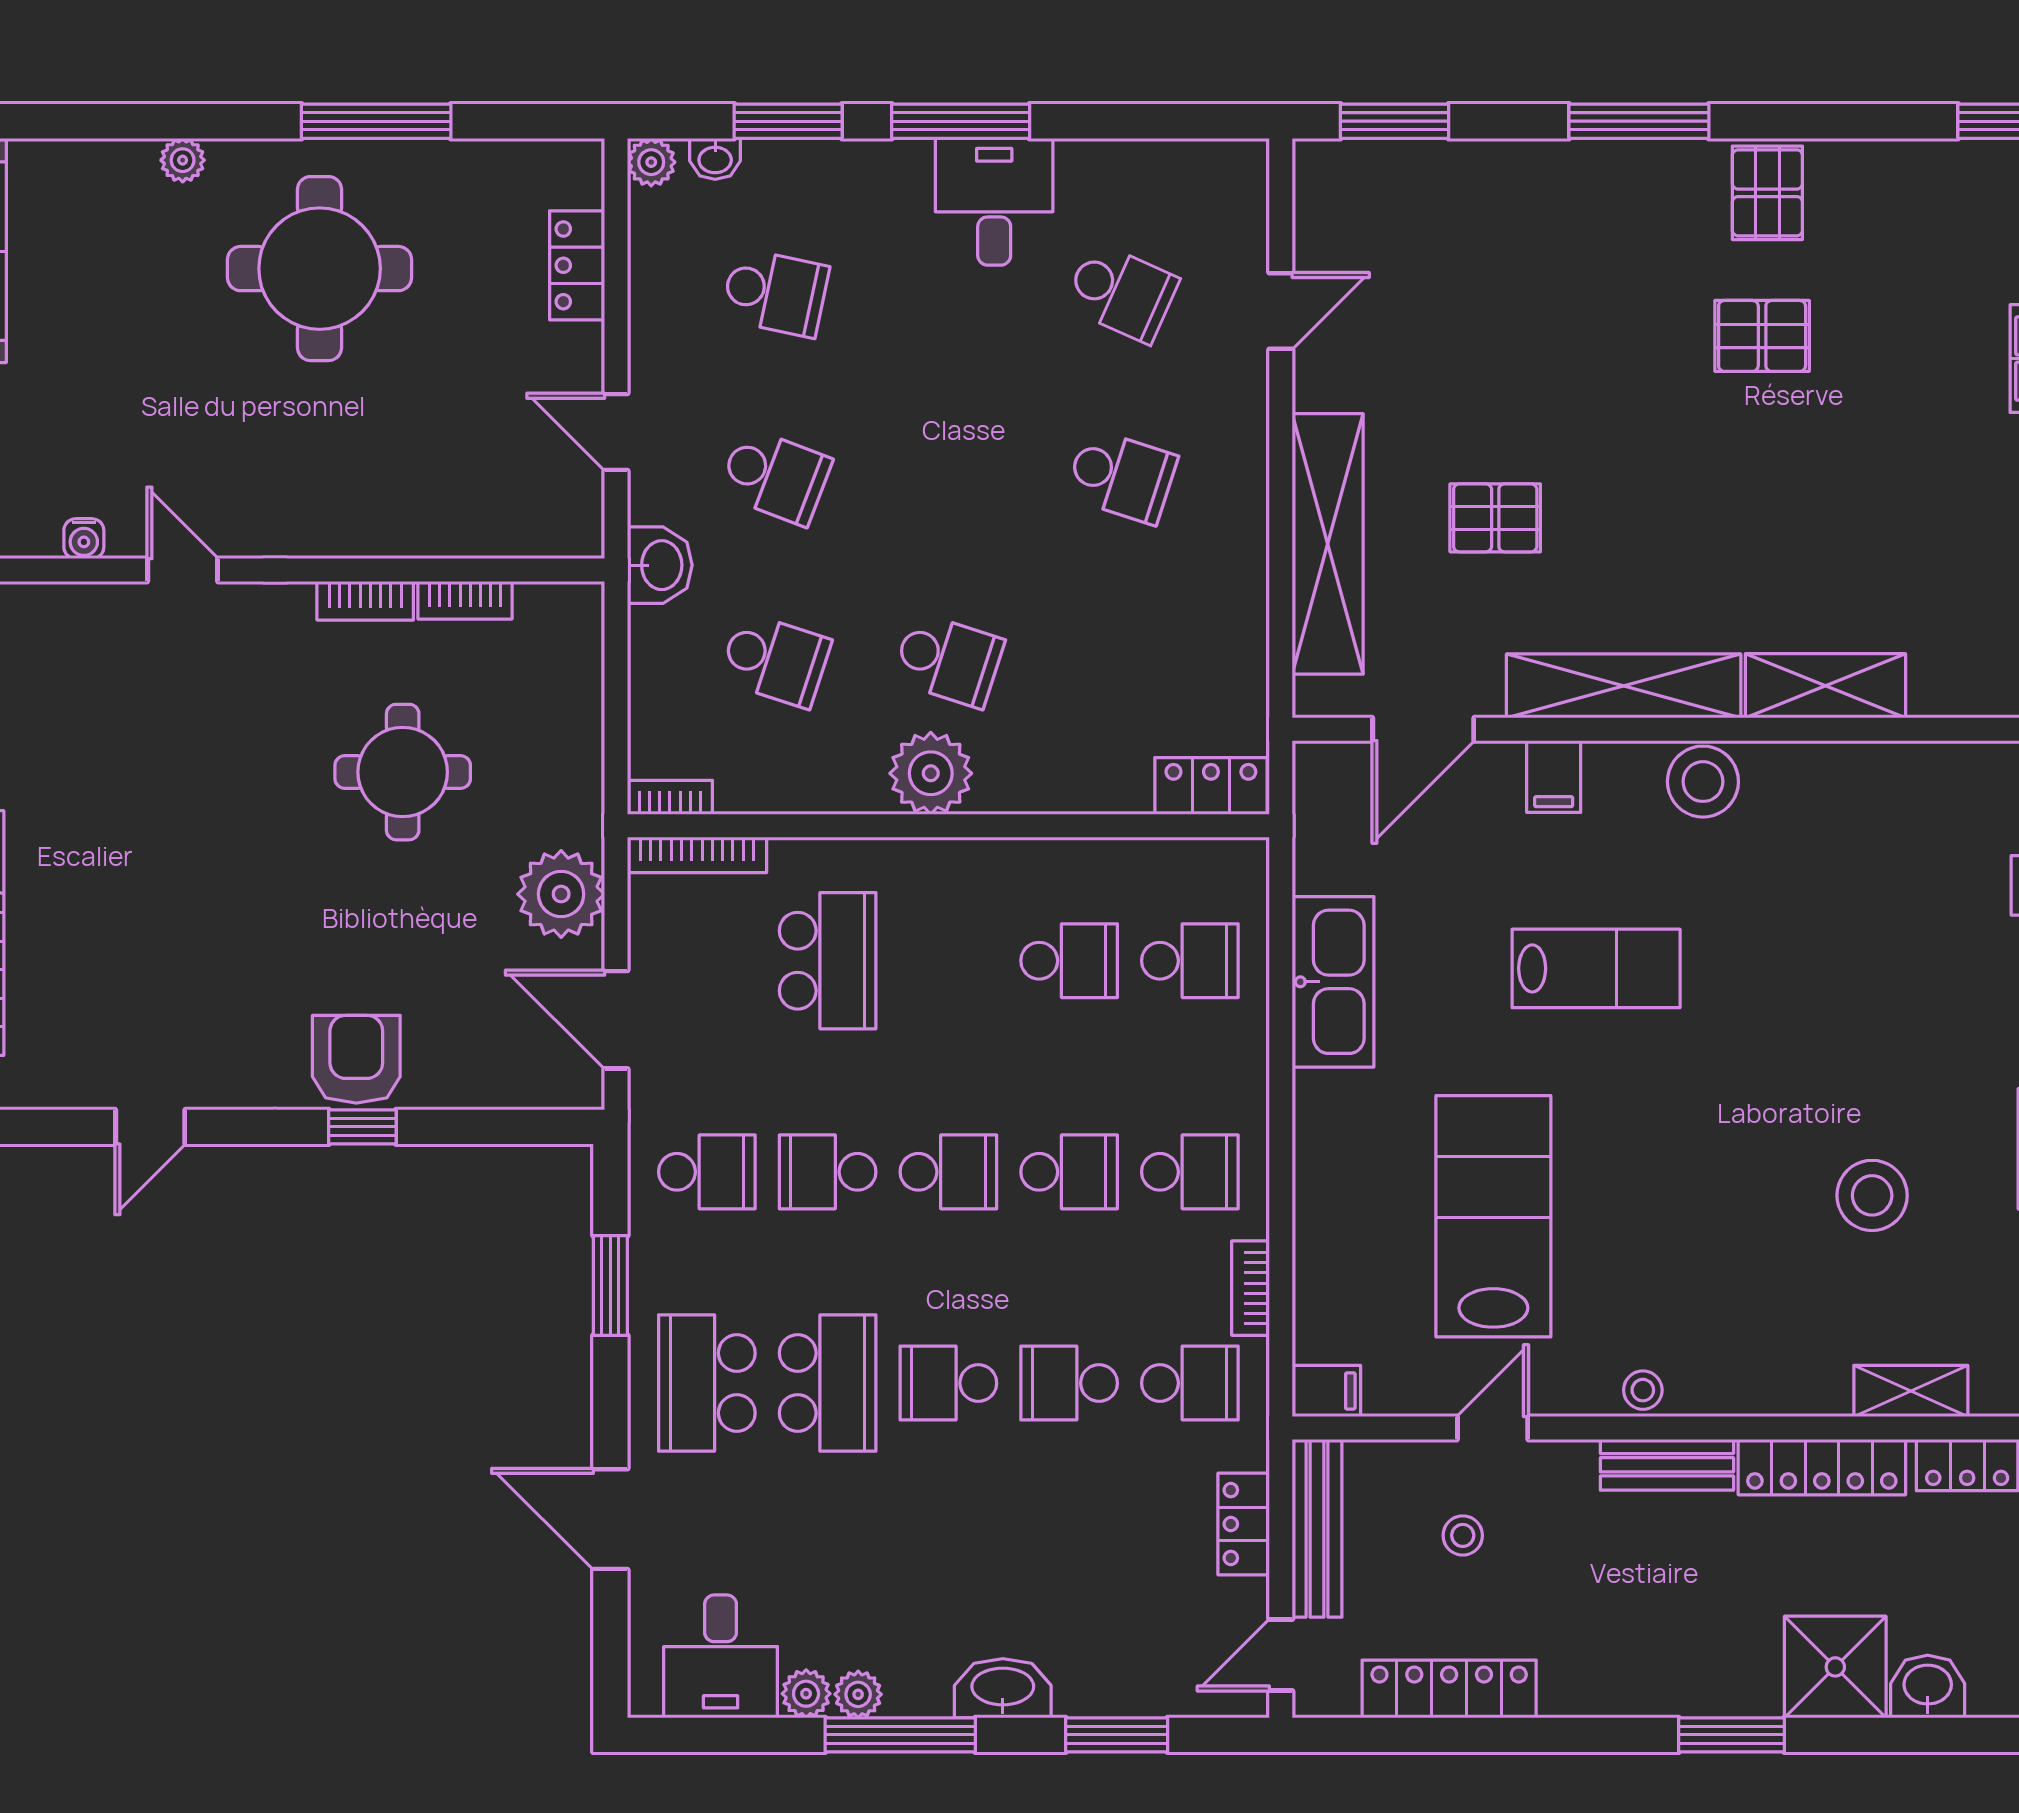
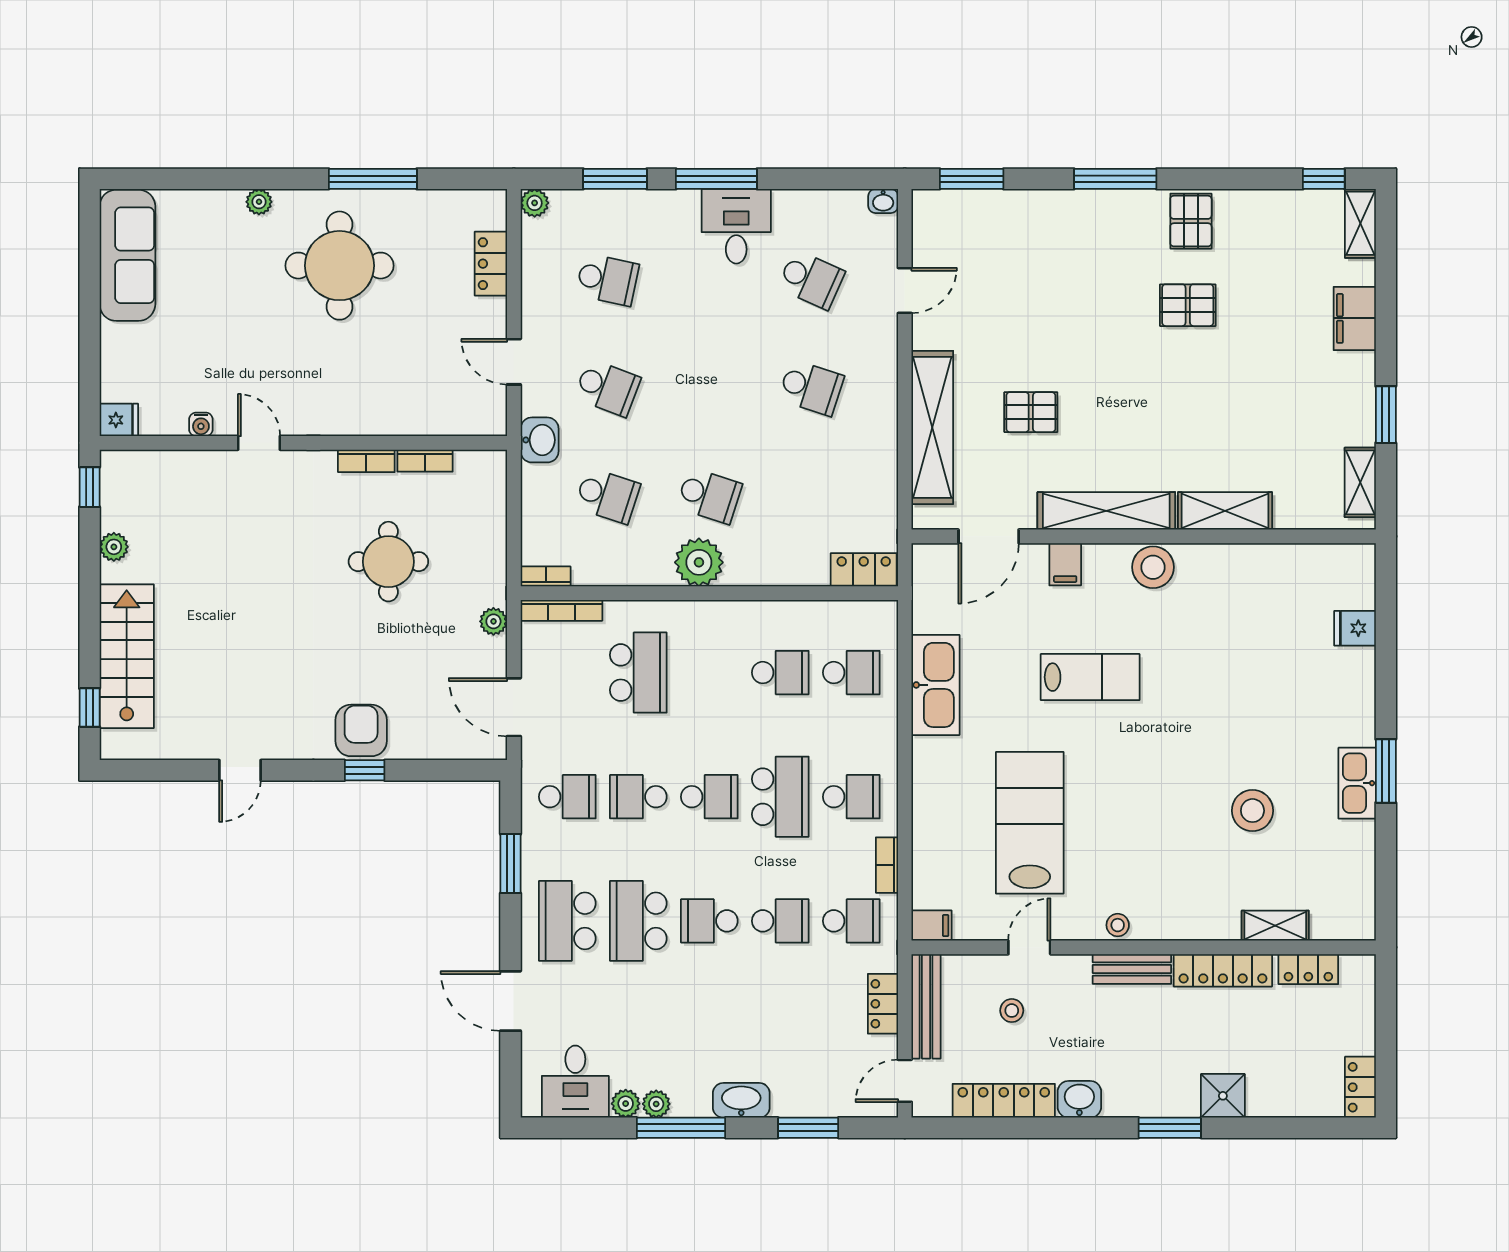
washbasin: (715, 159) -> (883, 201), moved
plant: (561, 894) -> (493, 621), width x0.53, depth x0.53
school desk: (1069, 1172) -> (780, 797), width x1.85
school desk: (828, 1383) -> (638, 921), turned 180
school desk: (1069, 1383) -> (780, 921), turned 180
shower: (1835, 1667) -> (1223, 1096), width x0.73, depth x0.73
washbasin: (1928, 1686) -> (1079, 1099), moved

